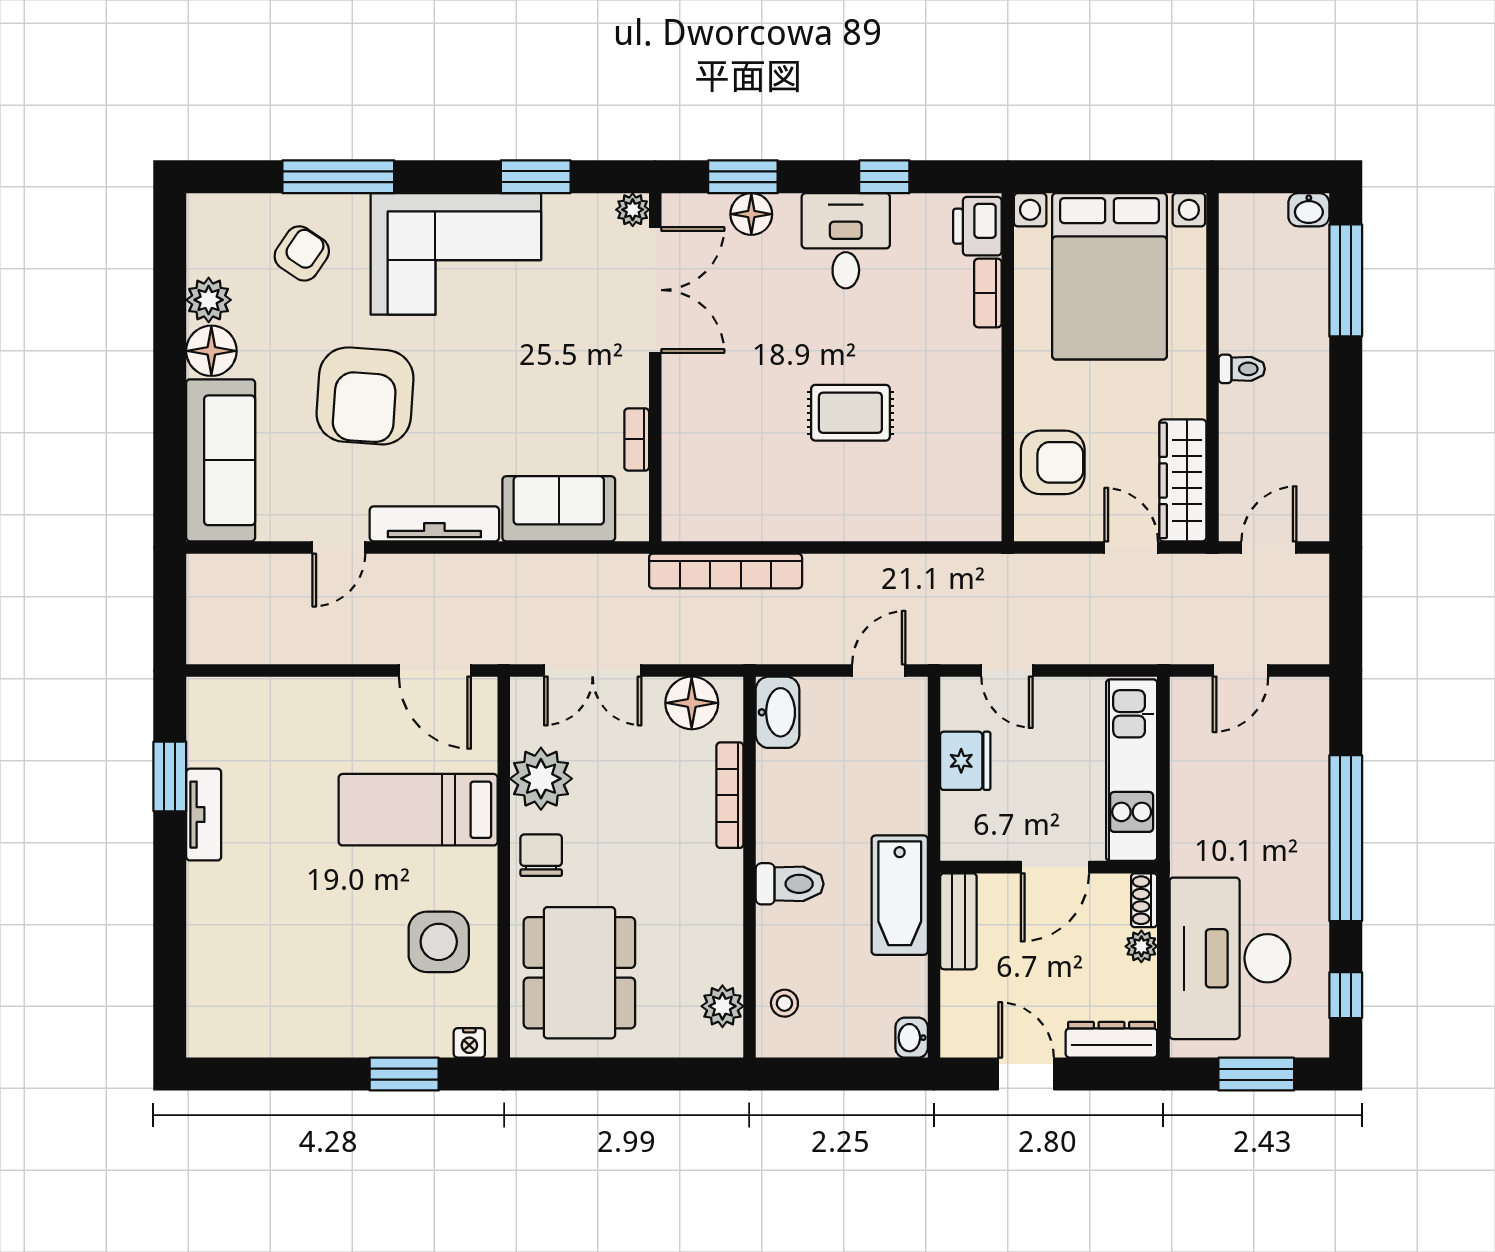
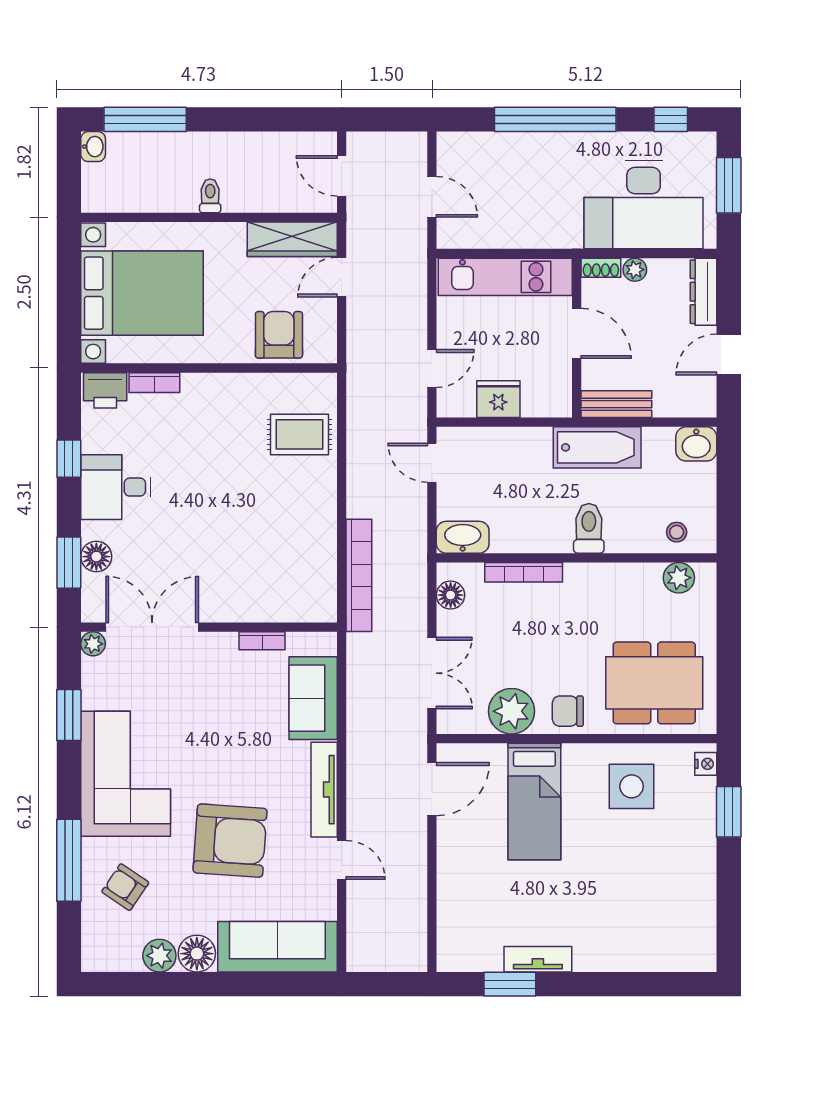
rug: (850, 413) -> (299, 434), moved, turned 90
floor lamp: (692, 703) -> (451, 595), width x0.73, depth x0.73
washbasin: (912, 1038) -> (696, 444), width x1.38, depth x1.45

